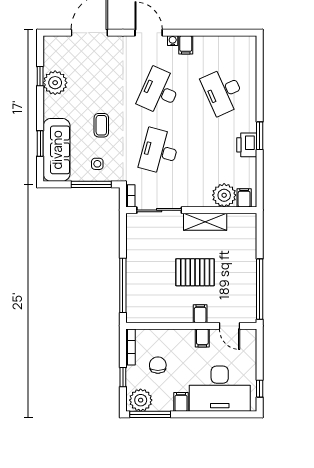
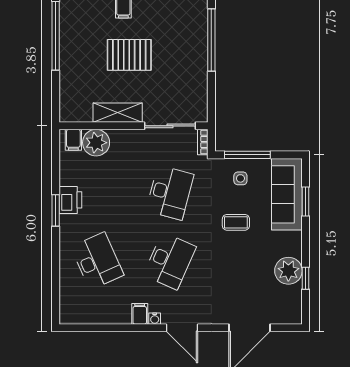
coffee table: (101, 125) -> (236, 222), turned 90

